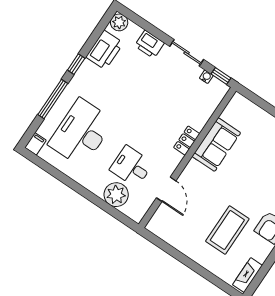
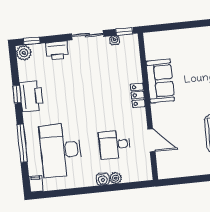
window: (134, 18) -> (32, 41), added
printer: (105, 50) -> (31, 96), moved
window: (76, 64) -> (17, 94), moved
water cooler: (97, 188) -> (103, 179), added
plant: (116, 195) -> (116, 178), width x0.53, depth x0.53

